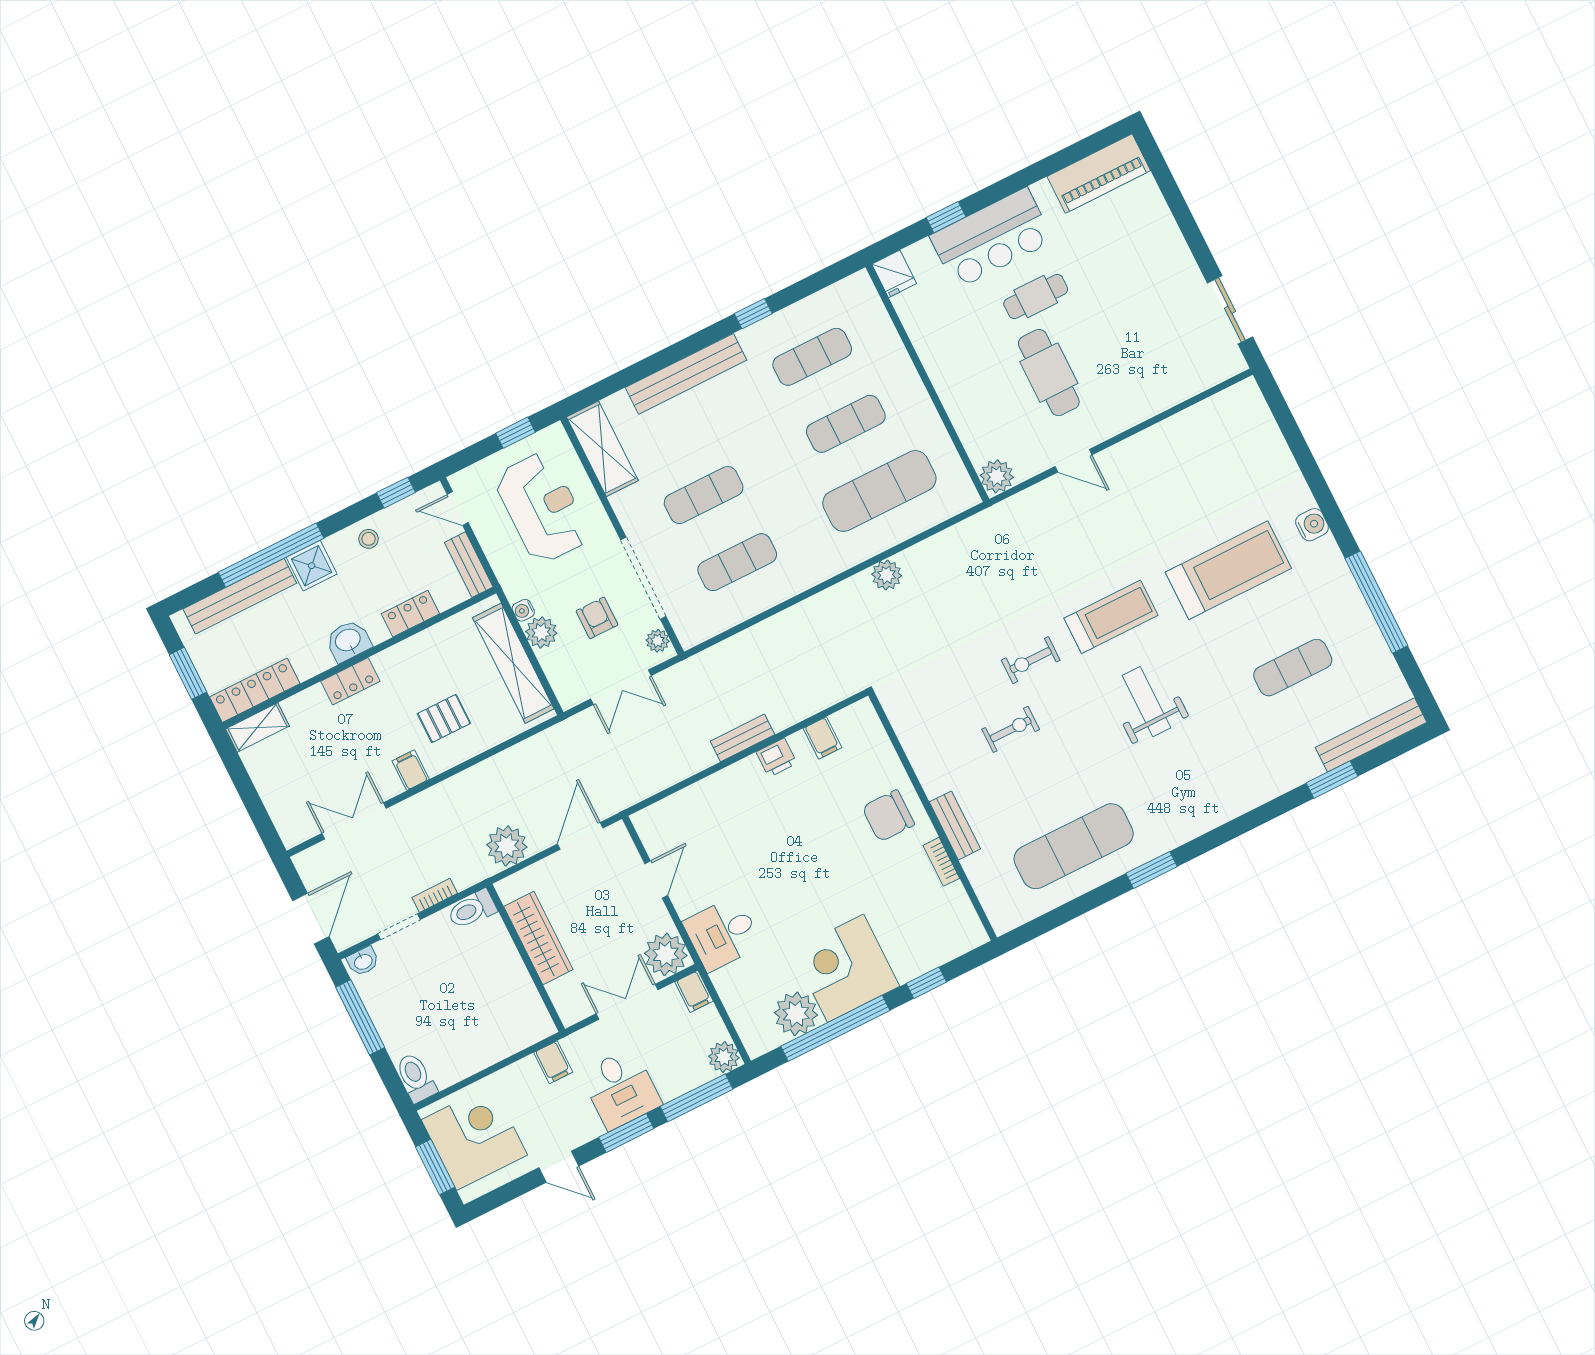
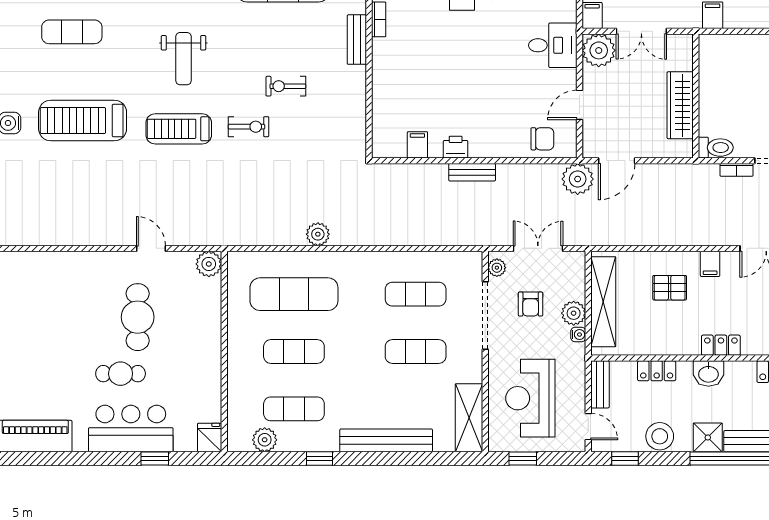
plant: (828, 304) -> (265, 440), added
stool: (369, 539) -> (660, 436), width x1.89, depth x1.89
chair: (888, 816) -> (542, 139), moved, width x0.73, depth x0.73
plant: (507, 846) -> (578, 179), moved

